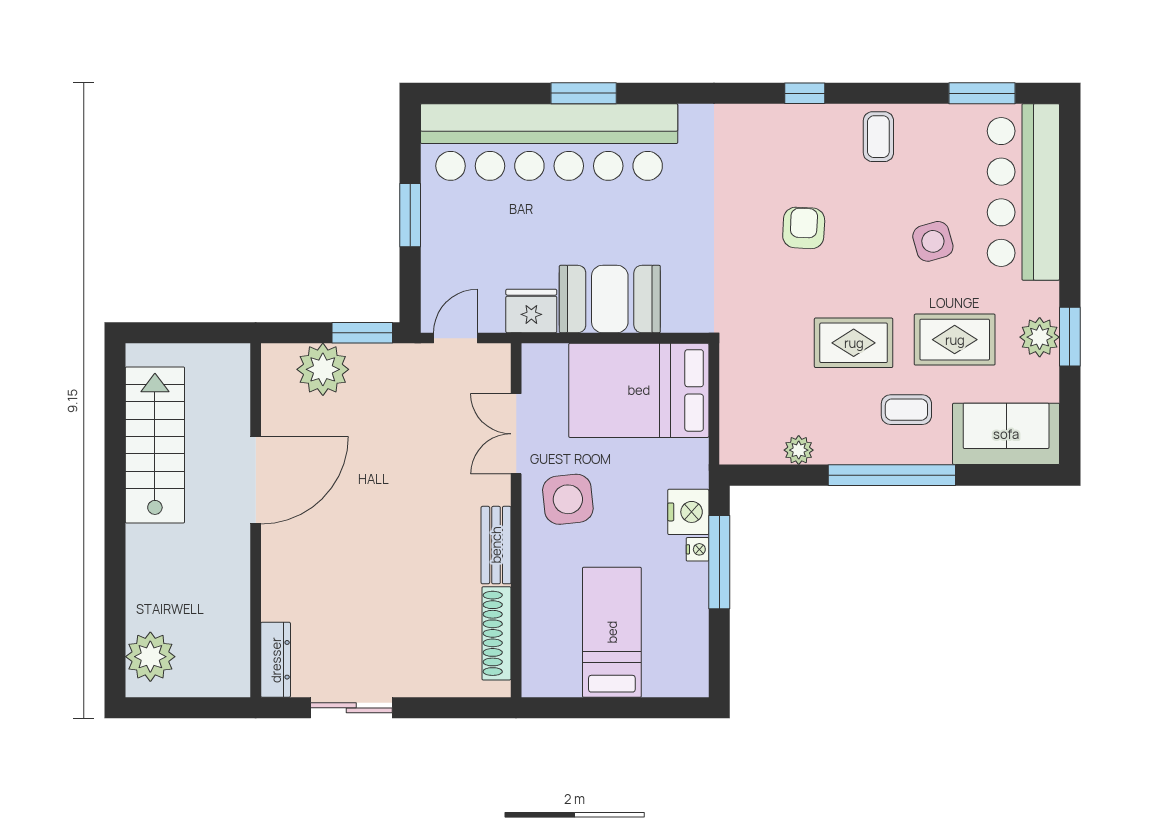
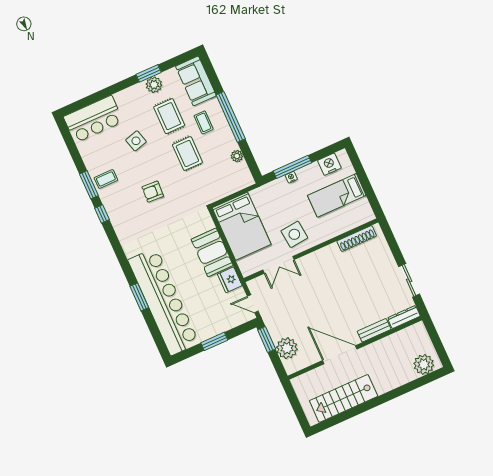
window: (982, 93) -> (89, 185), moved
bar counter: (1023, 192) -> (93, 119), width x0.73
nightstand: (688, 512) -> (329, 164), moved
bench: (496, 545) -> (374, 330), moved

